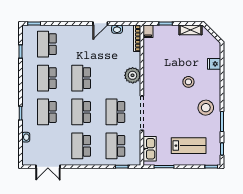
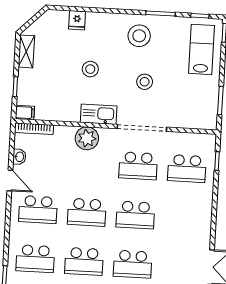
stool: (188, 82) -> (90, 69), moved
stool: (174, 113) -> (145, 82), added
school desk: (81, 146) -> (38, 210), moved
lab bench: (189, 146) -> (201, 49), moved
kitchen sink: (150, 149) -> (99, 114), moved

